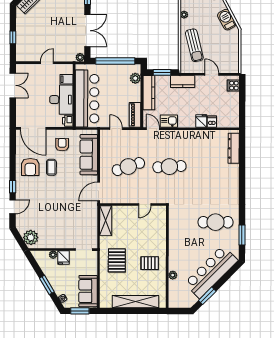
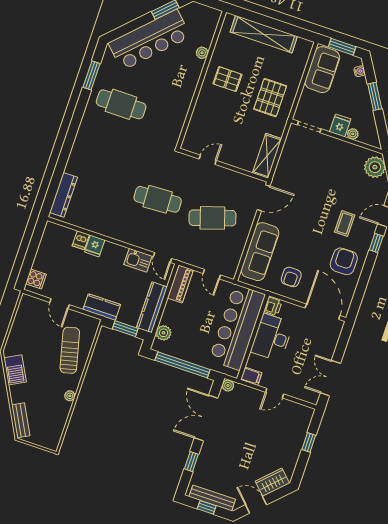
filing cabinet: (66, 79) -> (251, 376), moved
coffee table: (51, 167) -> (345, 223), moved

